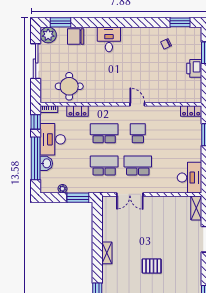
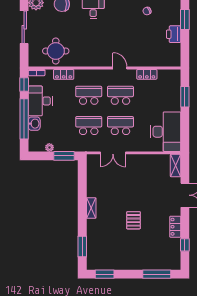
locker: (191, 111) -> (147, 74), moved
school desk: (138, 133) -> (120, 95), width x1.85
desk: (190, 178) -> (166, 132), width x1.36, depth x1.30
pallet: (152, 266) -> (133, 220), turned 90
locker: (196, 273) -> (175, 227), added

